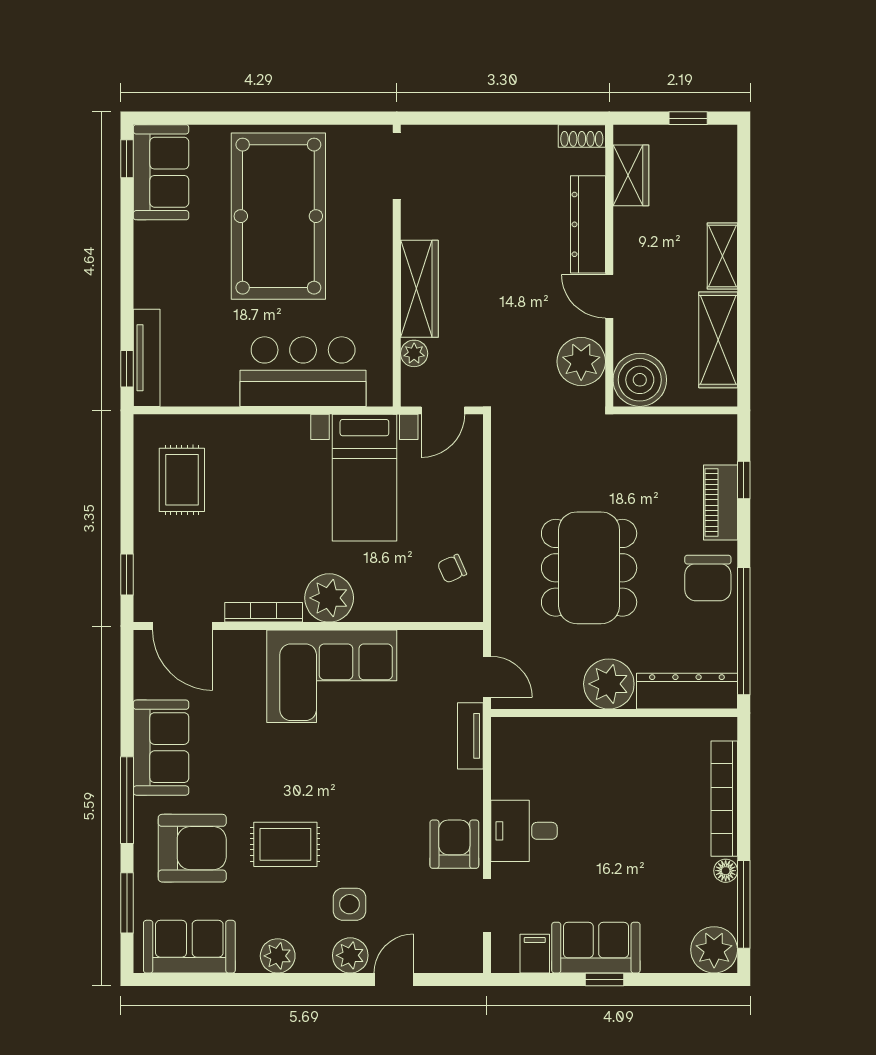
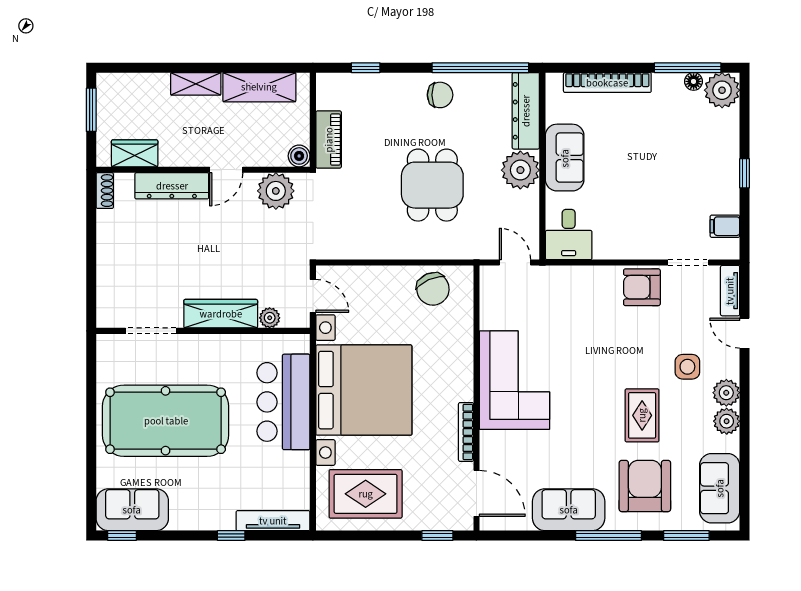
window: (688, 118) -> (91, 110), width x1.50
doorway: (397, 166) -> (151, 331), moved
window: (127, 369) -> (231, 536), moved
boiler: (640, 380) -> (299, 156), width x0.54, depth x0.54
bed with nightstands: (364, 478) -> (364, 390), width x1.85
rug: (182, 480) -> (366, 494), width x1.36, depth x1.43
piano: (721, 503) -> (329, 140), moved, turned -90
dining table: (589, 568) -> (432, 185), width x0.73
chair: (452, 569) -> (433, 289), width x1.87, depth x1.87
chair: (708, 578) -> (440, 95), width x0.73, depth x0.73
plant: (329, 598) -> (455, 382), removed
door: (183, 626) -> (476, 493), hinge flipped
door: (487, 677) -> (515, 263), hinge flipped
tv unit: (470, 736) -> (730, 291), moved, turned 90
desk: (524, 831) -> (569, 234), moved
floor lamp: (726, 871) -> (694, 81), moved
sofa: (596, 948) -> (565, 158), moved, turned 180
plant: (350, 955) -> (726, 393), moved

